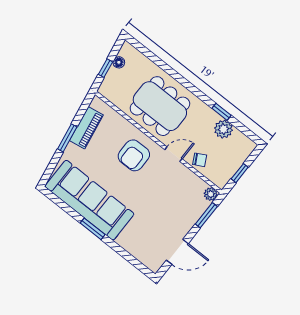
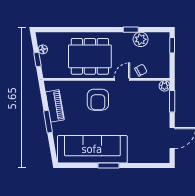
window: (240, 173) -> (172, 45), moved

